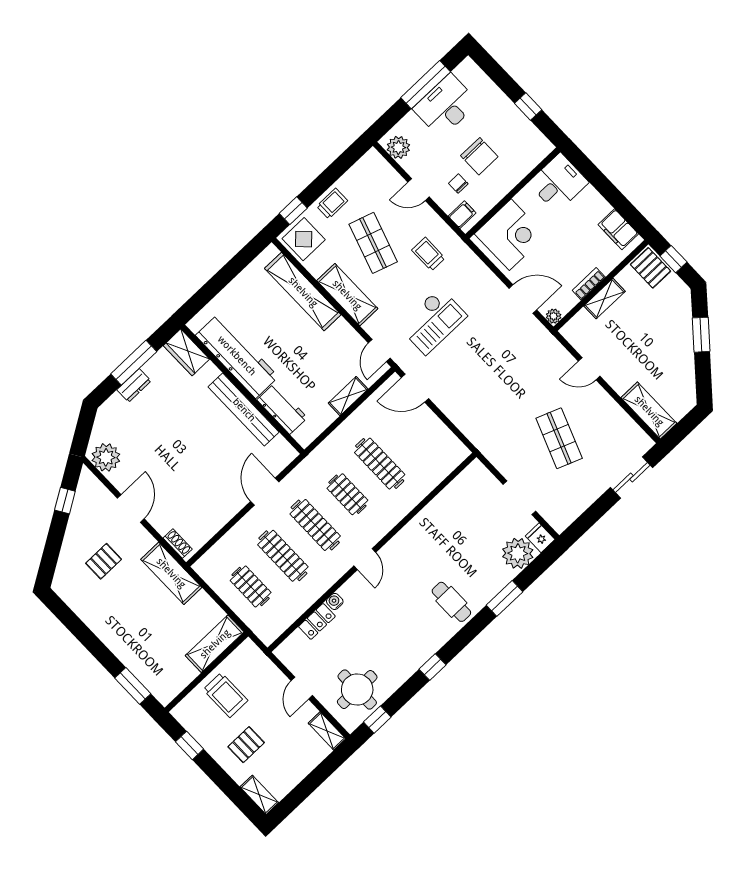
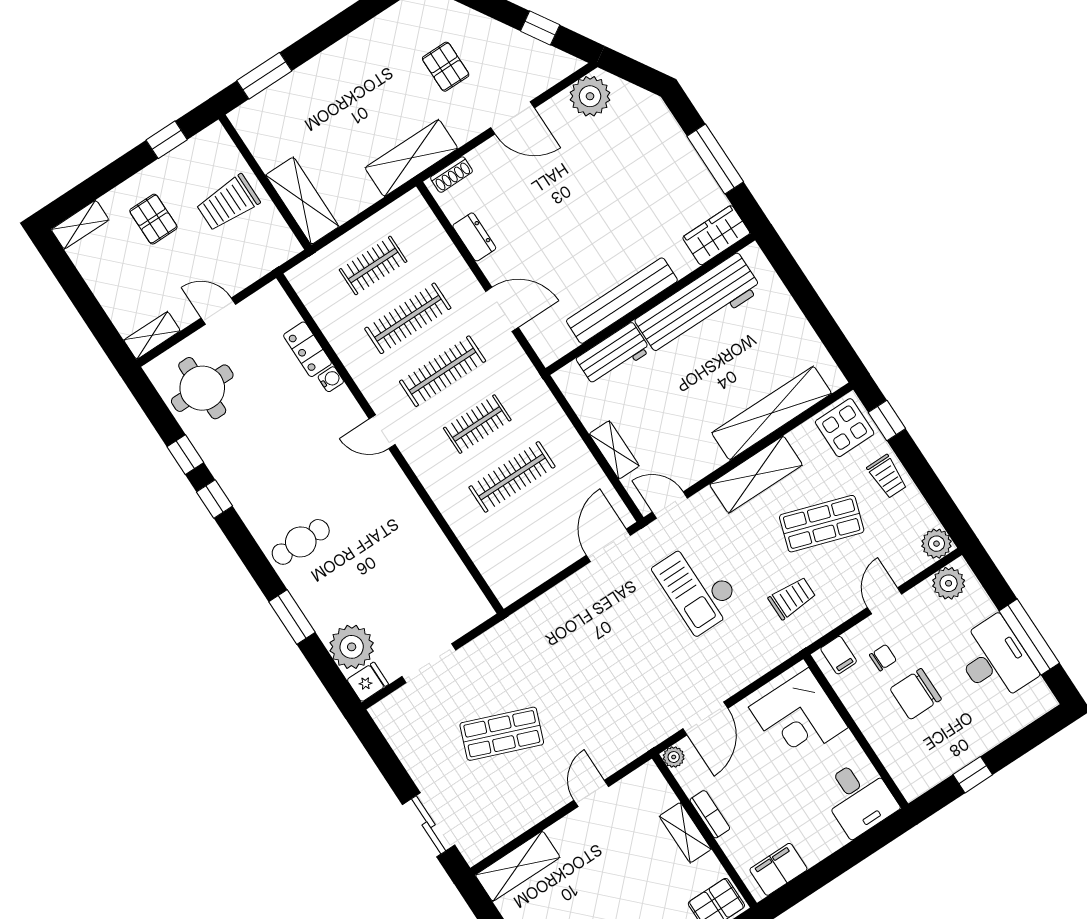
plant: (372, 161) -> (936, 544), added
dresser: (134, 385) -> (474, 237), moved, turned 180
window: (377, 720) -> (185, 455), moved

